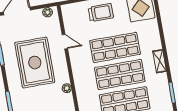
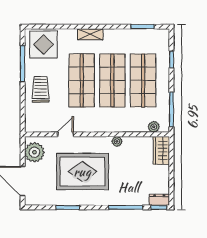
plant: (48, 12) -> (34, 152), width x1.88, depth x1.88
shelving: (160, 61) -> (90, 34), moved

